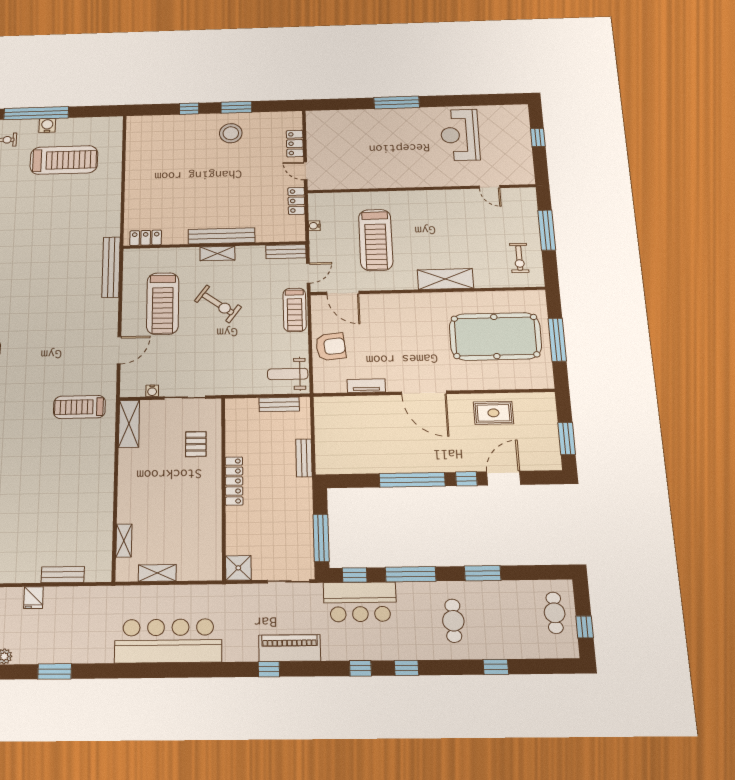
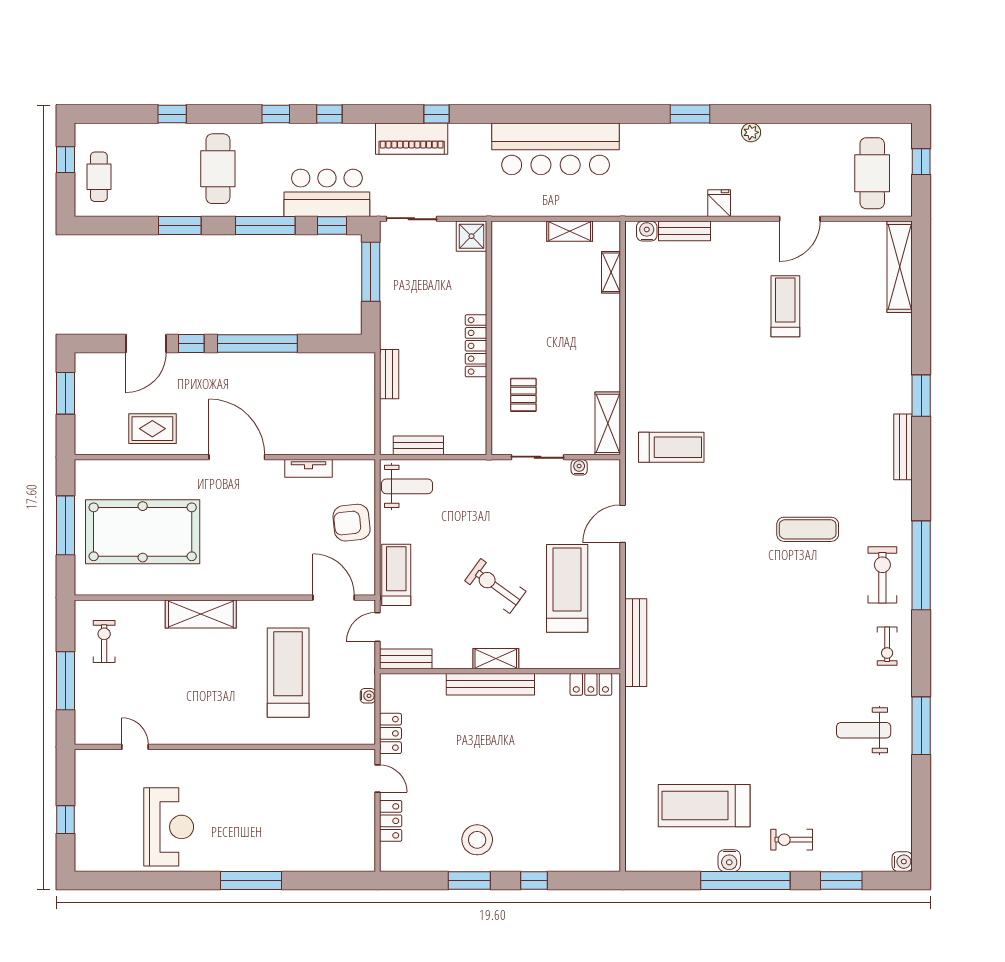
water cooler: (94, 574) -> (647, 231), added
cafe table: (453, 621) -> (218, 169), width x1.37, depth x1.35

